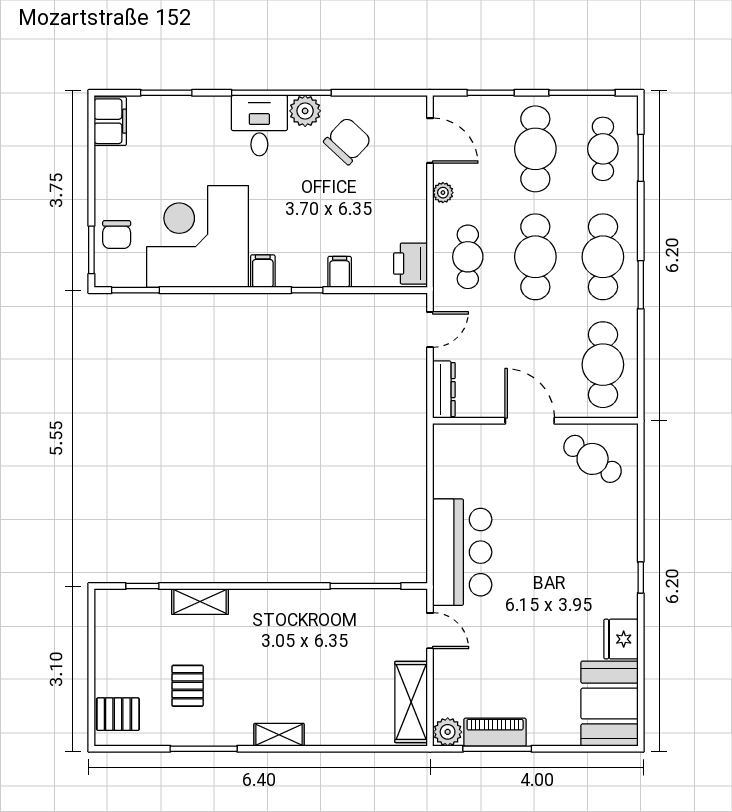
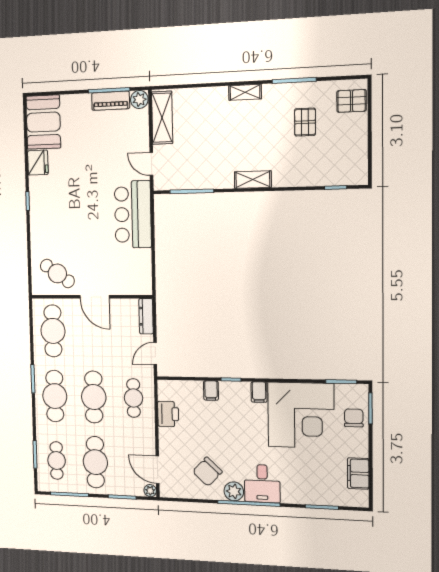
filing cabinet: (110, 121) -> (358, 473), moved
plant: (443, 193) -> (150, 491), moved
printer: (410, 264) -> (168, 414), moved
shelving: (200, 602) -> (253, 180), moved

